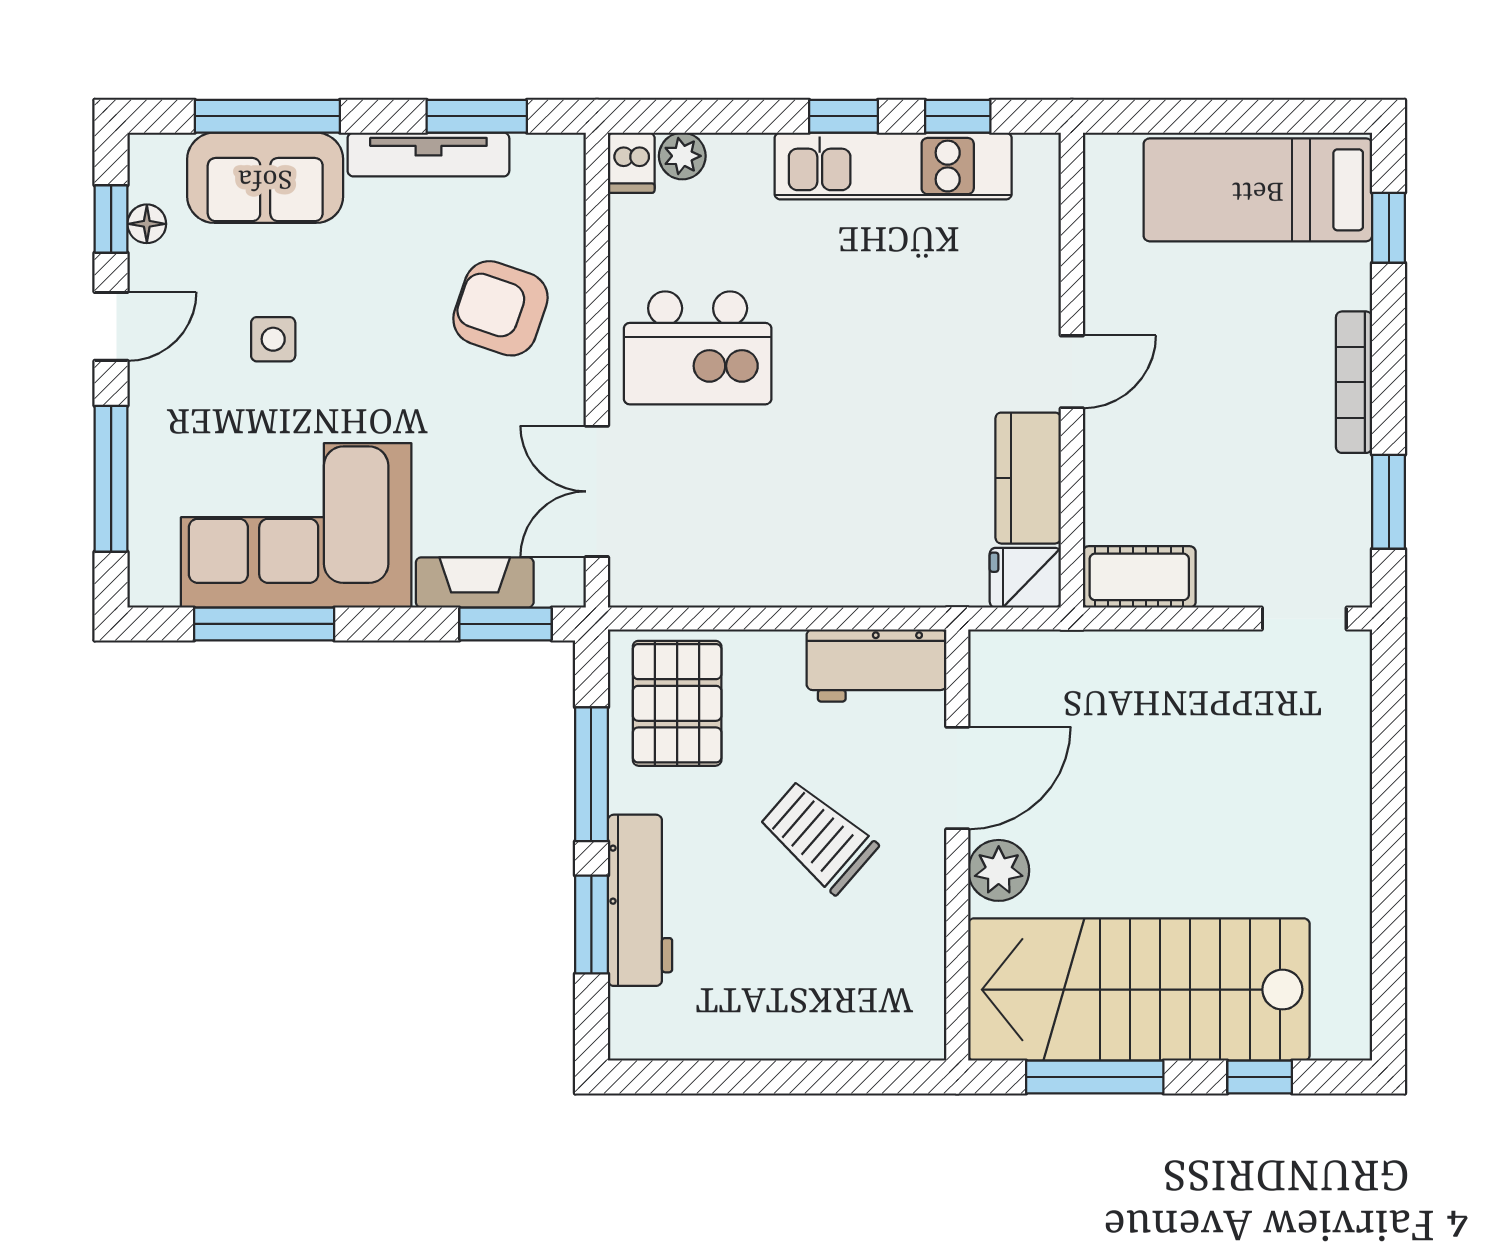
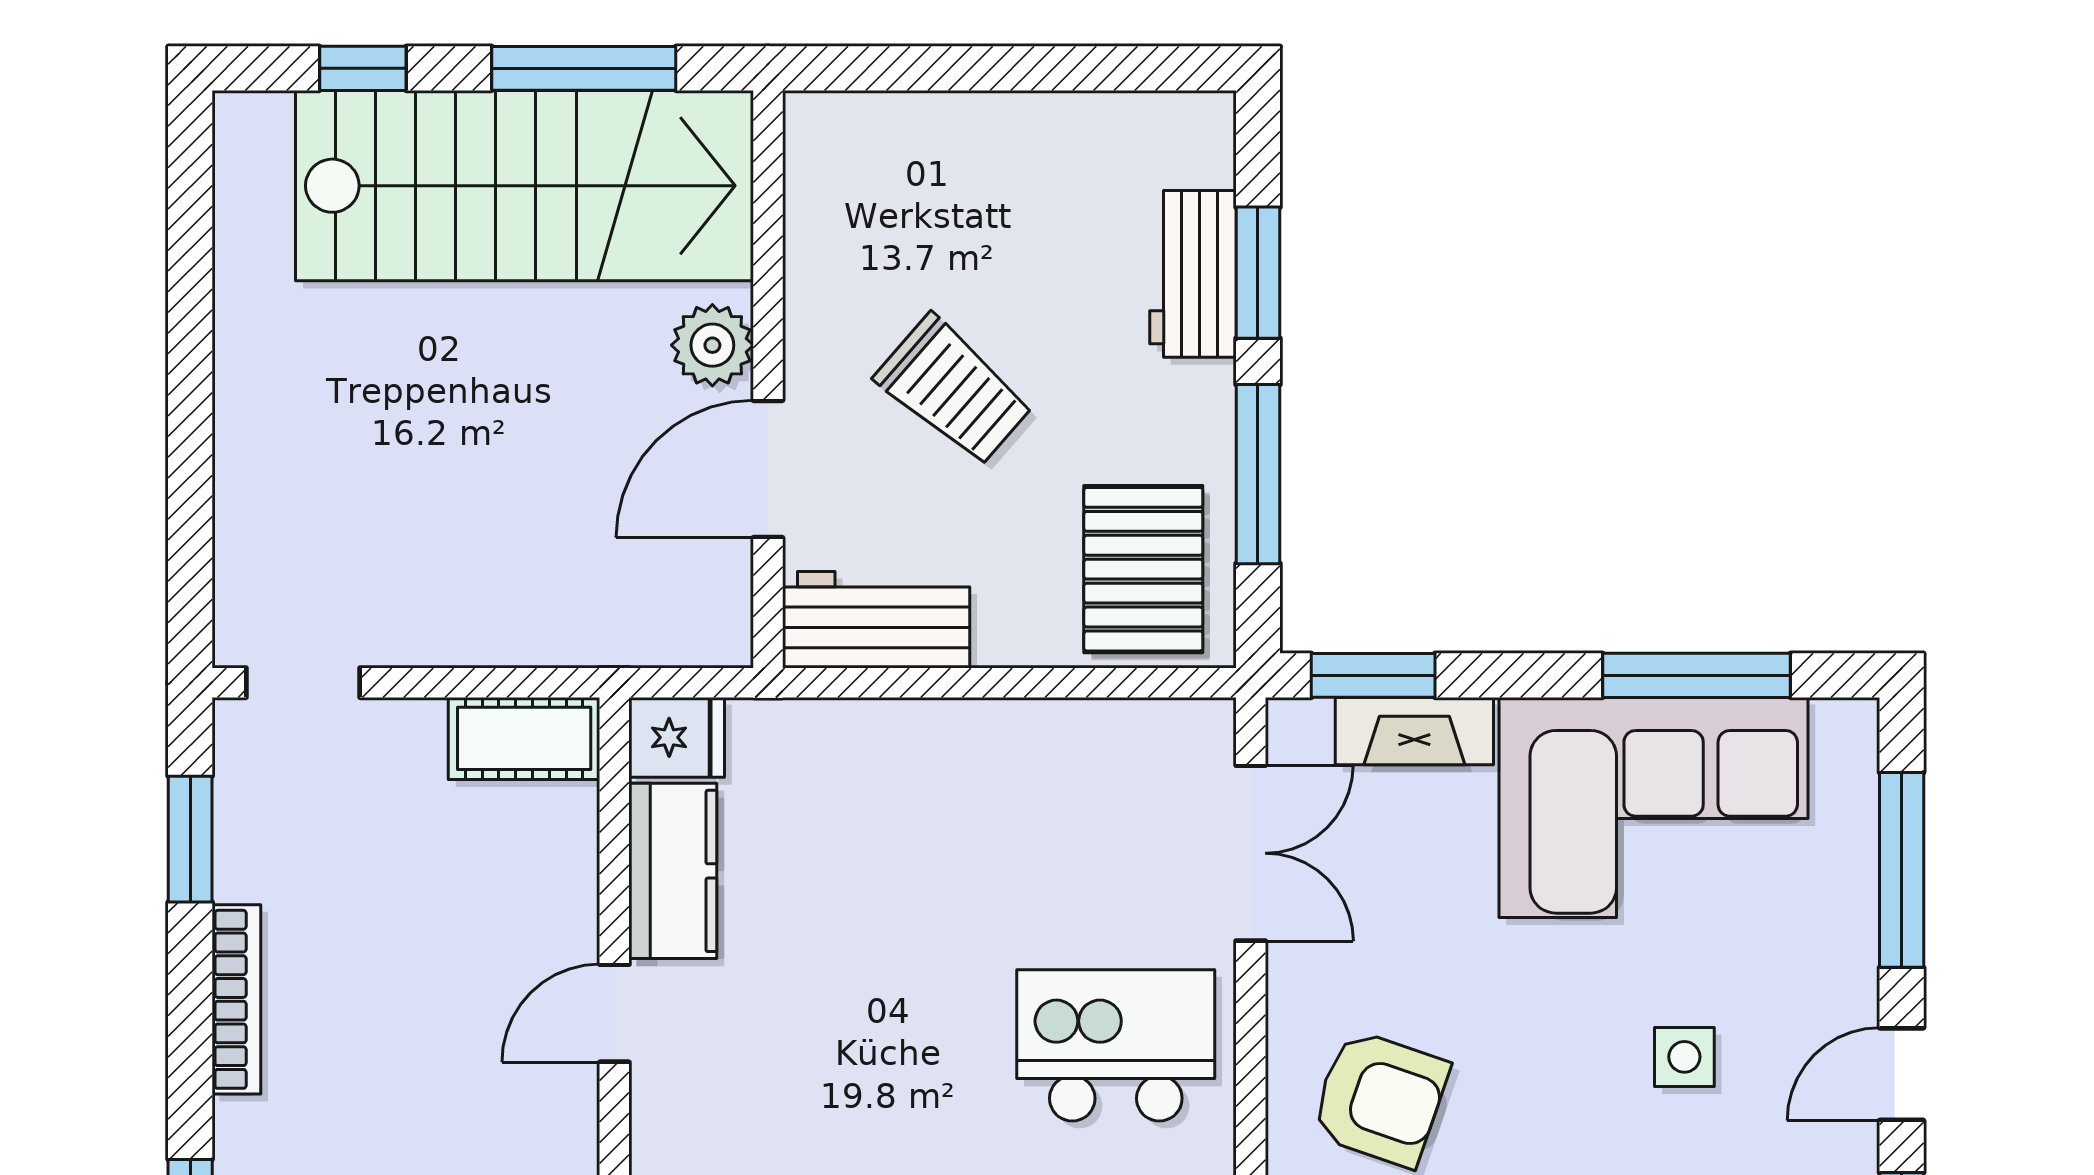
workbench: (640, 900) -> (1193, 274), width x0.73

